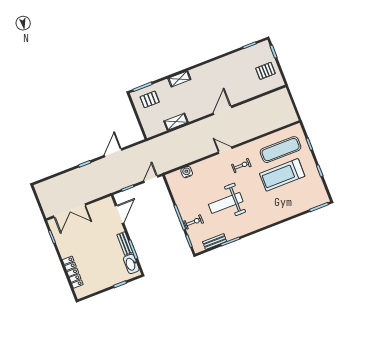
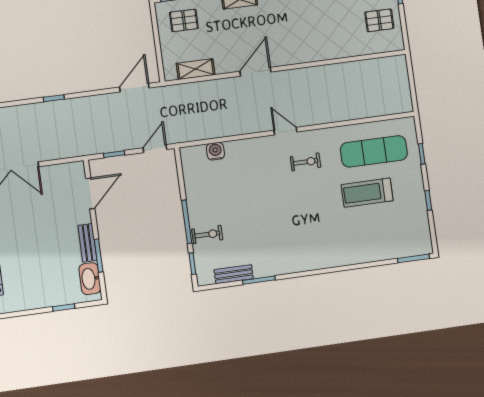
door: (222, 110) -> (256, 72), moved
shelving: (176, 122) -> (196, 69), moved
door: (113, 153) -> (134, 88), moved
treadmill: (282, 175) -> (367, 193), width x0.73, depth x0.73
weight bench: (226, 203) -> (266, 216), removed

